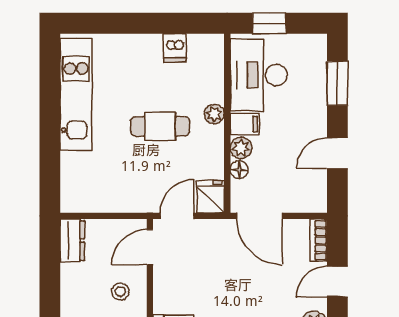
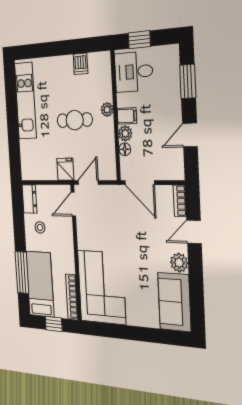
desk: (259, 75) -> (134, 72), width x0.73
fridge: (210, 197) -> (65, 169), moved
stool: (120, 292) -> (40, 227), moved

